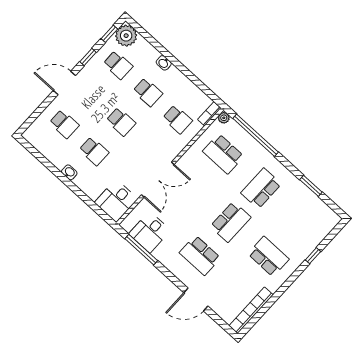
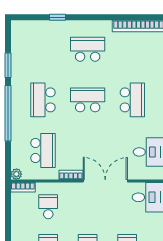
window: (256, 135) -> (8, 113), moved
bookcase: (186, 158) -> (71, 175), added
school desk: (261, 188) -> (43, 100), turned 90
school desk: (268, 256) -> (88, 49), turned 90

